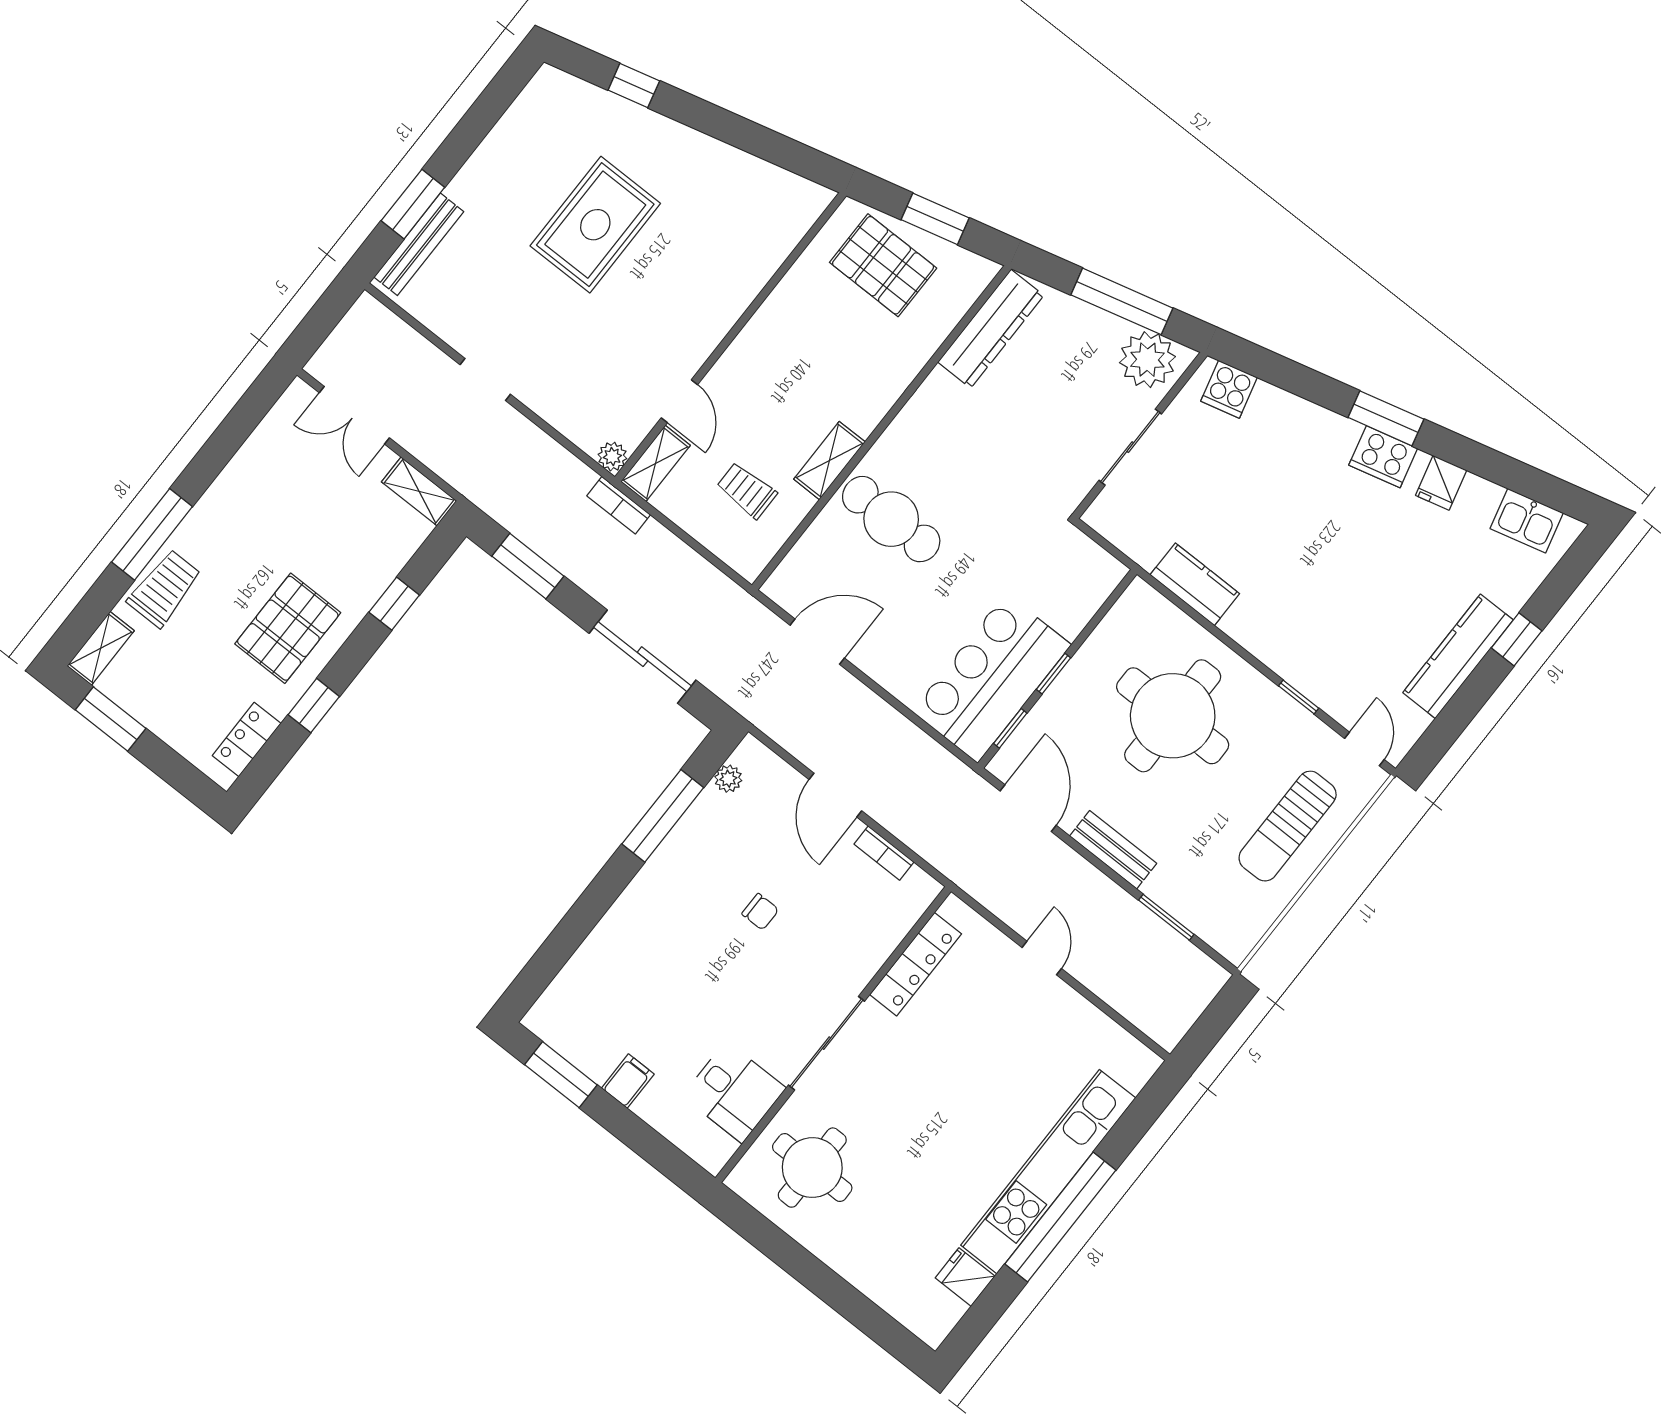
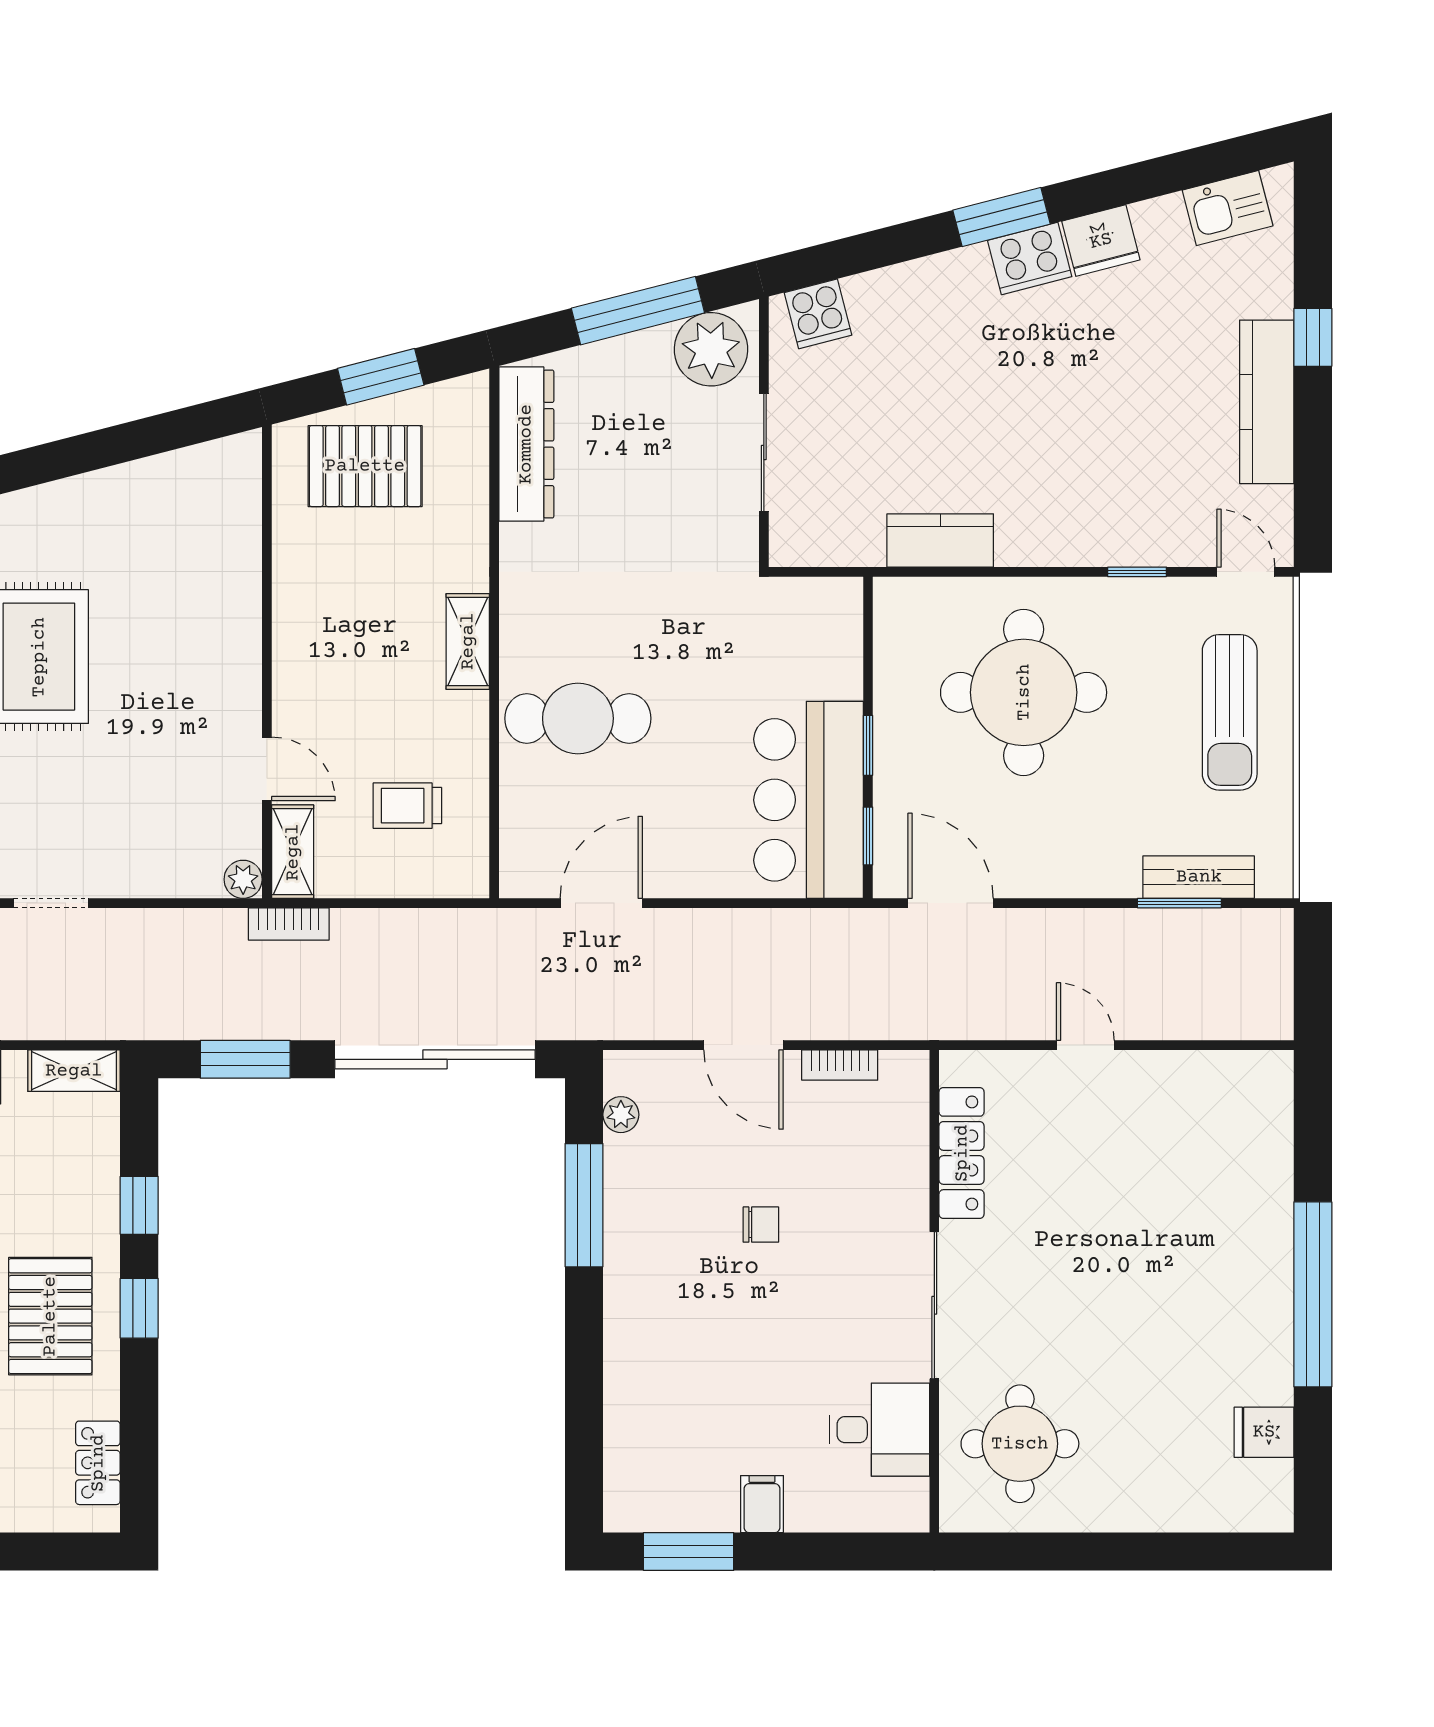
shelving: (829, 461) -> (468, 641), moved
fridge: (1441, 483) -> (1101, 241), width x1.38
sliding door: (642, 657) -> (435, 1059), width x1.36
window: (314, 706) -> (139, 1308), moved
bench: (1113, 850) -> (1199, 877), moved
kitchen unit: (1048, 1172) -> (1264, 1258), removed

